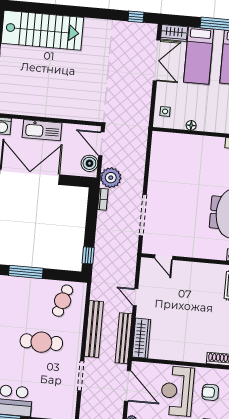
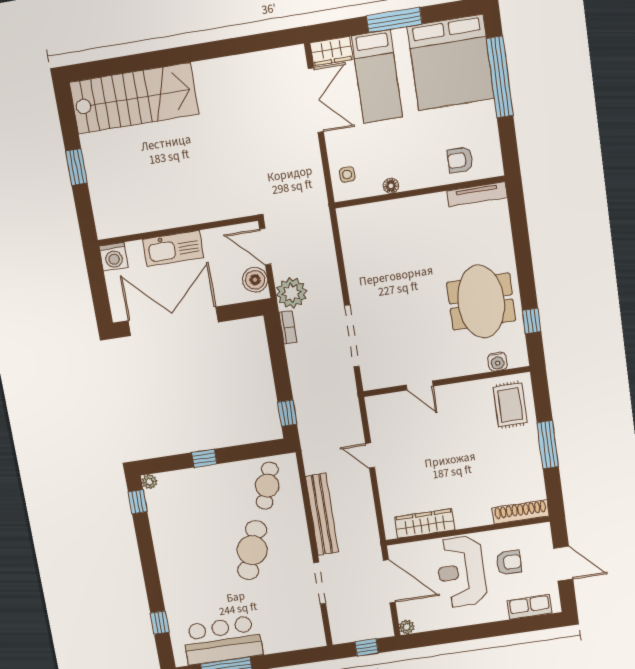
window: (136, 17) -> (268, 41), removed
door: (164, 257) -> (420, 385), moved
window: (26, 272) -> (204, 458), width x0.46
bench: (124, 338) -> (367, 517), removed
wardrobe: (141, 338) -> (425, 523), moved, turned -90
cafe table: (41, 342) -> (252, 550), turned -70
armchair: (210, 392) -> (509, 562), turned 180

